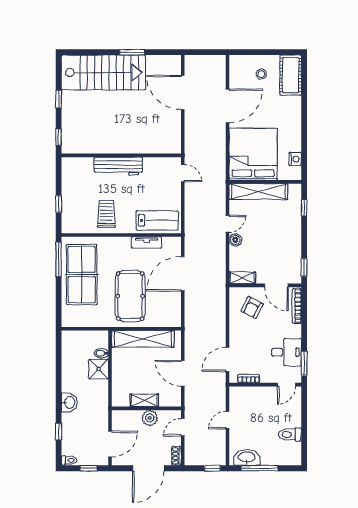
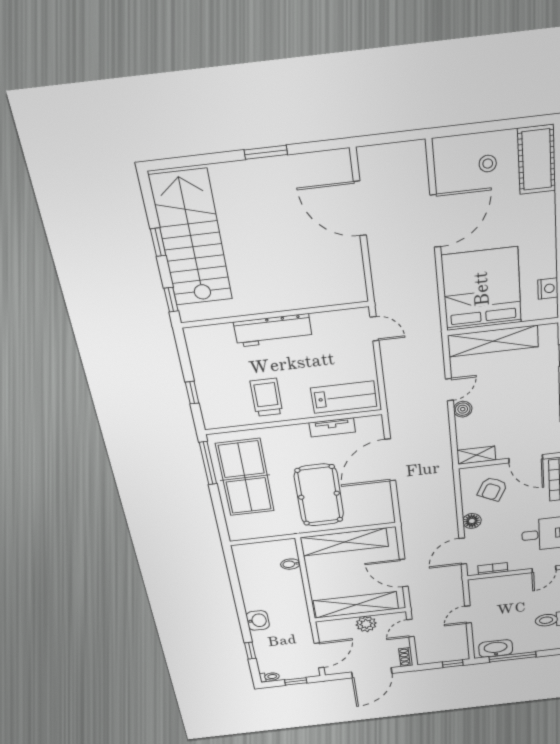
stairs: (103, 72) -> (191, 239), moved, turned -90
floor lamp: (236, 333) -> (472, 521), added
shower: (99, 369) -> (290, 581), removed
shelving: (144, 400) -> (356, 605), width x2.20, depth x1.33

